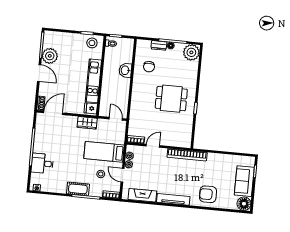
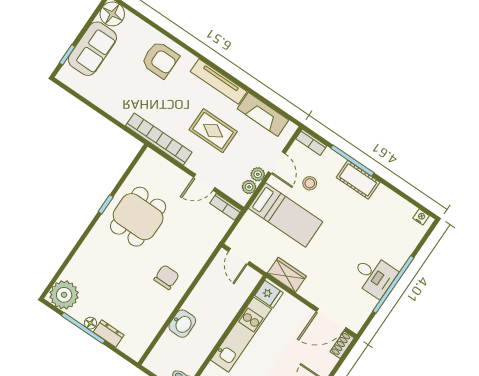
chair: (149, 67) -> (167, 277), moved
dining table: (171, 99) -> (138, 217), moved, turned 90
desk: (42, 163) -> (374, 276), moved
rug: (163, 174) -> (213, 131), added

